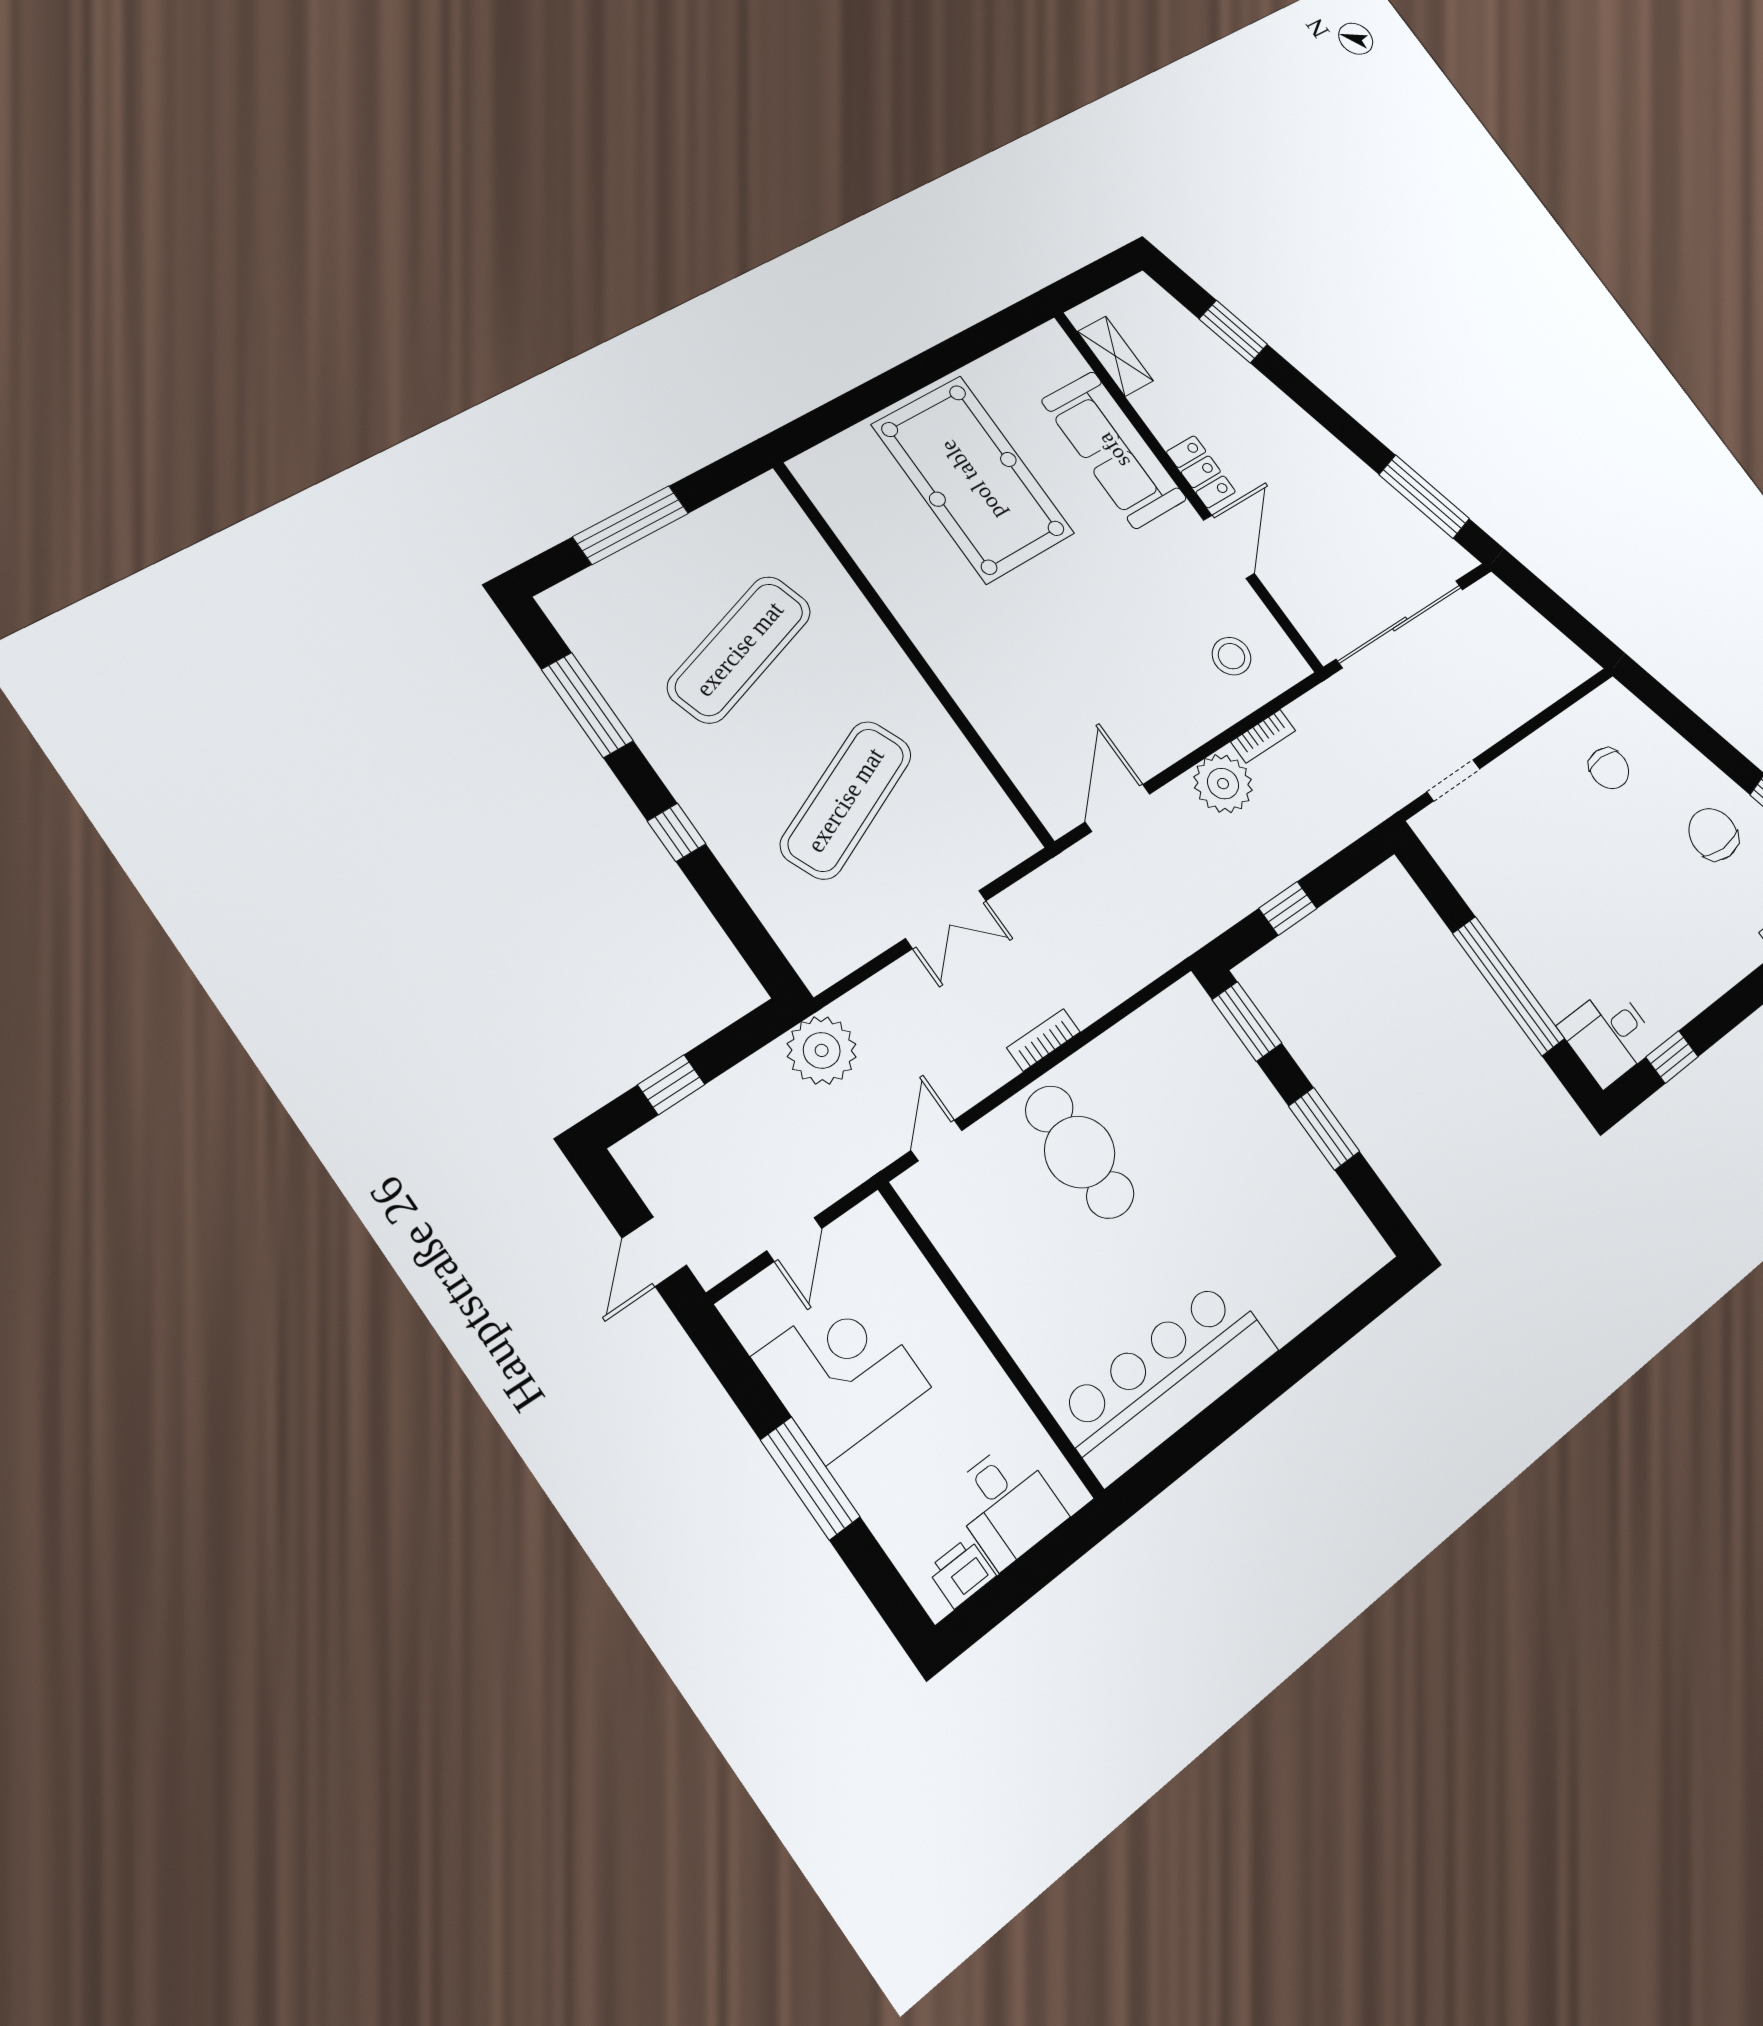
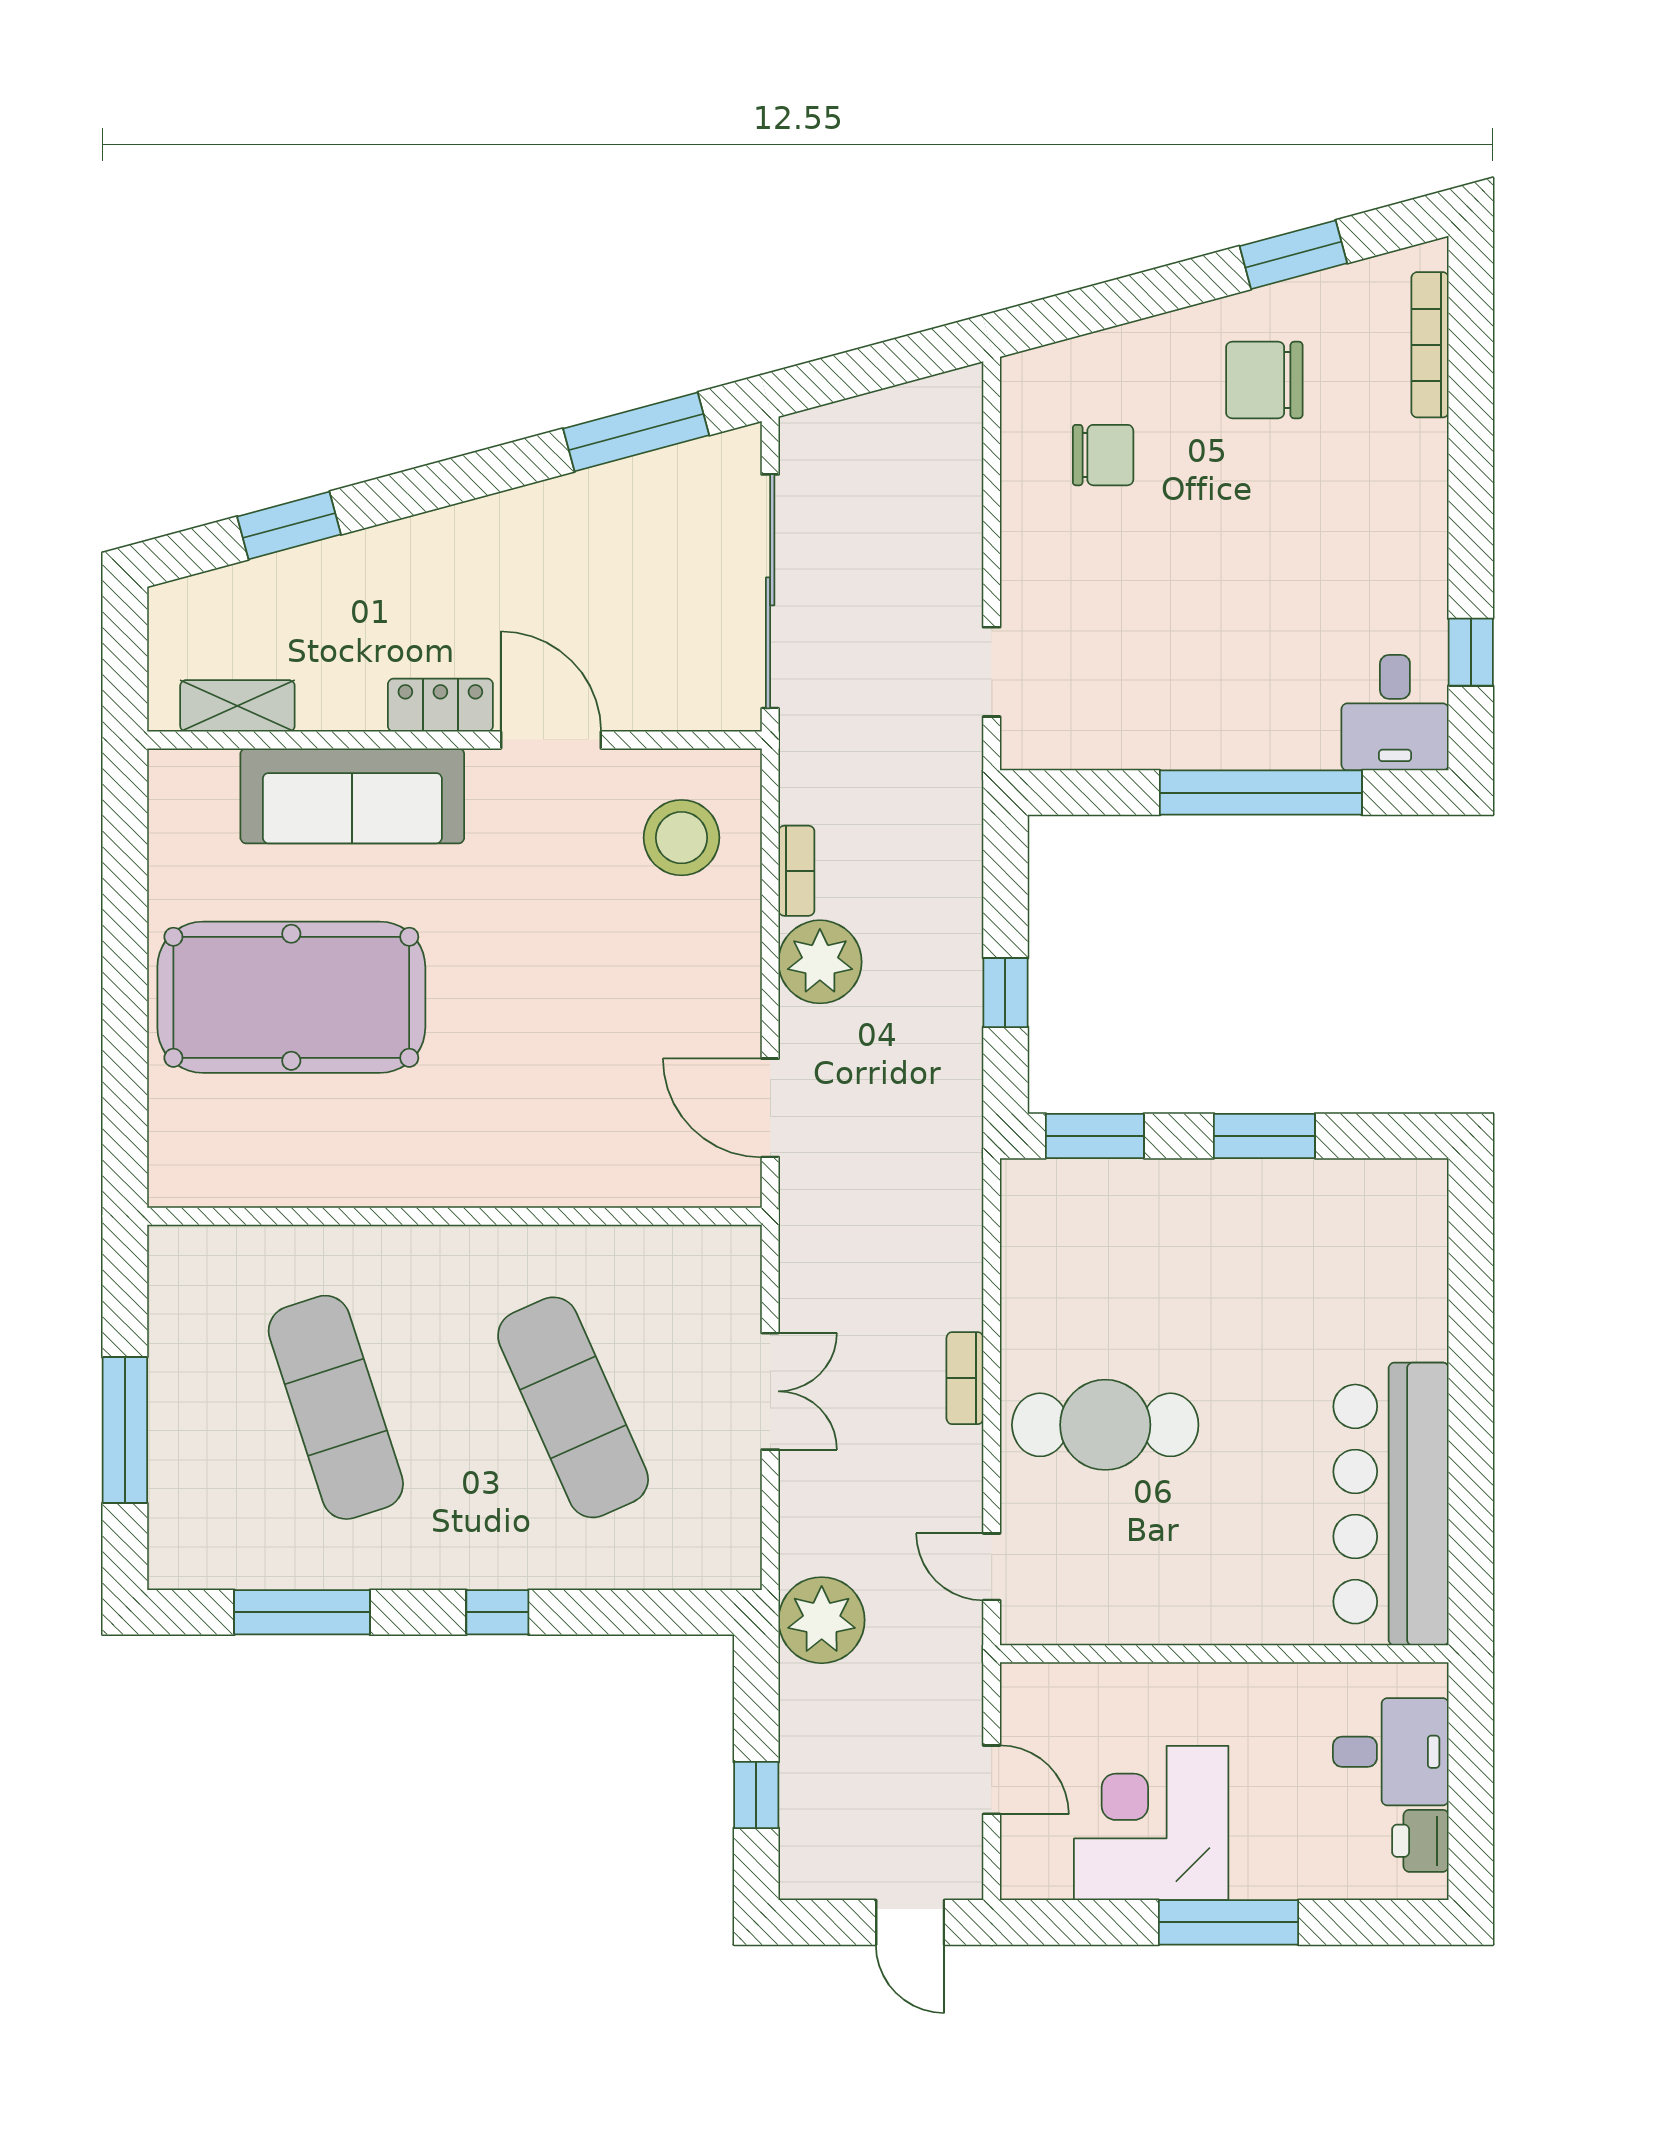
stool: (1232, 656) -> (681, 838), width x1.38, depth x1.38

